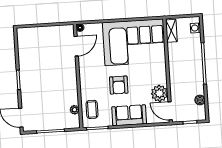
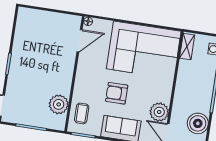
armchair: (119, 85) -> (117, 93), turned 90
boiler: (200, 100) -> (198, 123), width x1.86, depth x1.86
plant: (74, 110) -> (59, 104), width x1.88, depth x1.88

